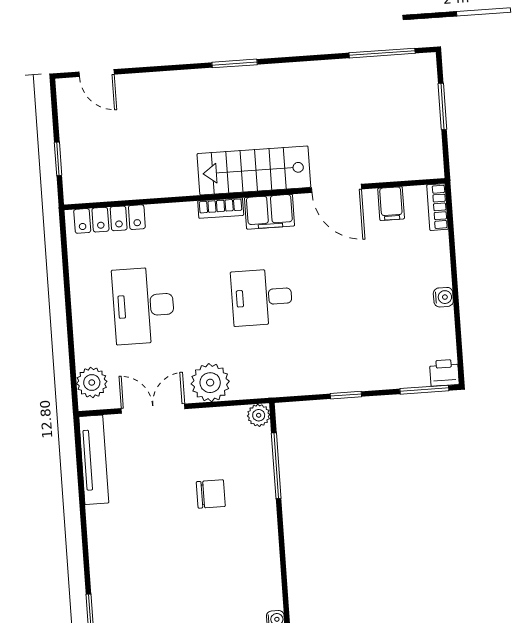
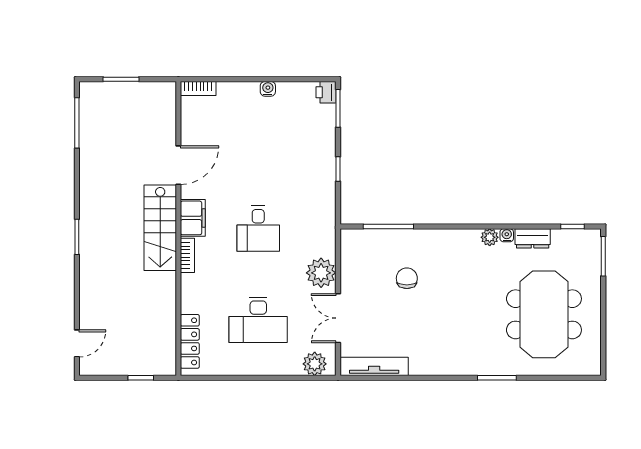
filing cabinet: (391, 204) -> (193, 124), removed
plant: (259, 415) -> (490, 237), moved

